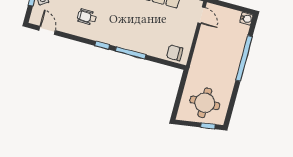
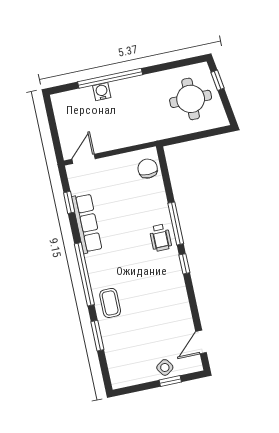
wheelchair: (87, 17) -> (160, 238), moved
water cooler: (246, 19) -> (102, 92), moved
chair: (175, 53) -> (148, 169), turned 180

